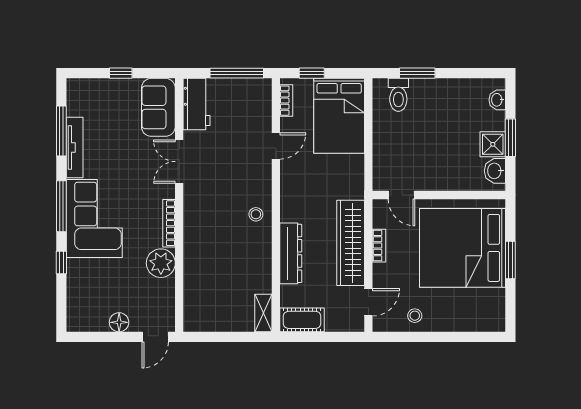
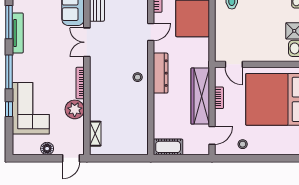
corner sofa: (94, 218) -> (31, 108), moved
dresser: (291, 253) -> (161, 73), moved
shelving: (263, 313) -> (95, 134), moved

